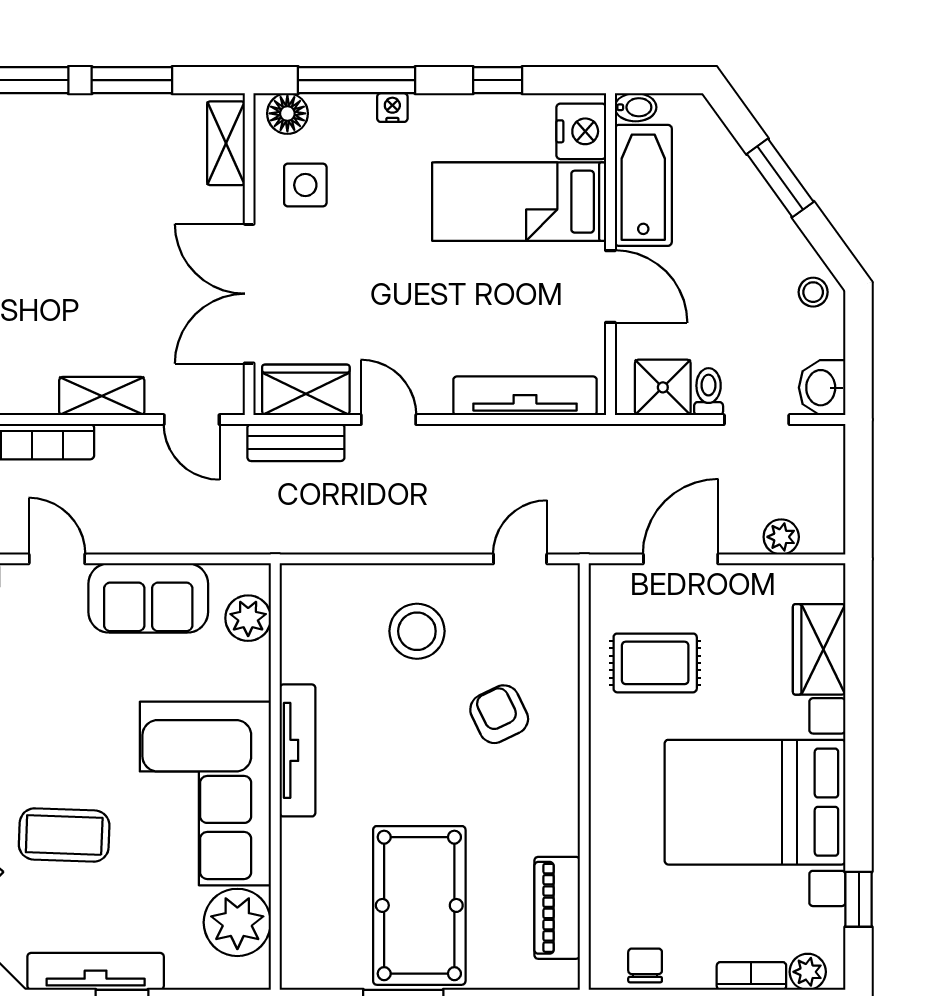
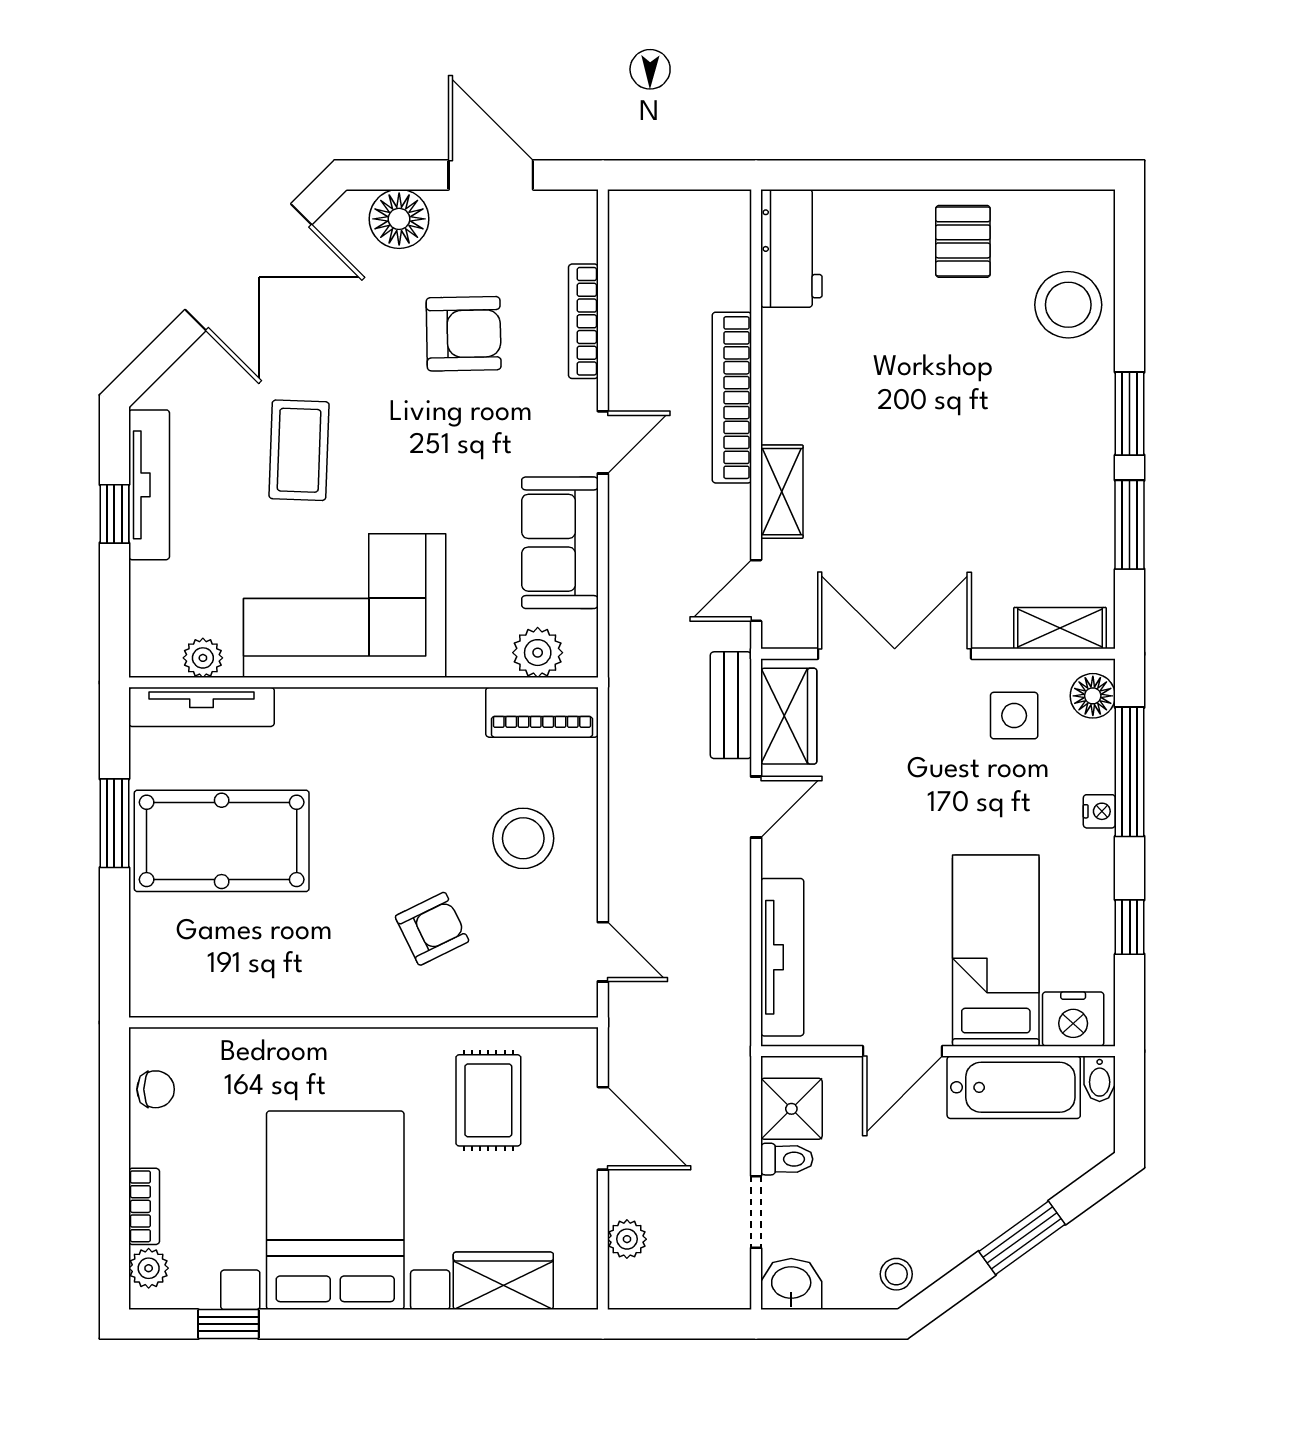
tv unit: (298, 750) -> (201, 707), moved
piano: (557, 908) -> (542, 712), moved, turned 180
plant: (237, 922) -> (203, 658), width x0.53, depth x0.53

